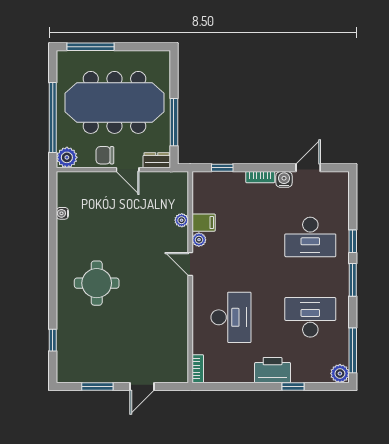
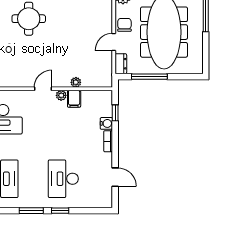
water cooler: (284, 179) -> (106, 123), moved

